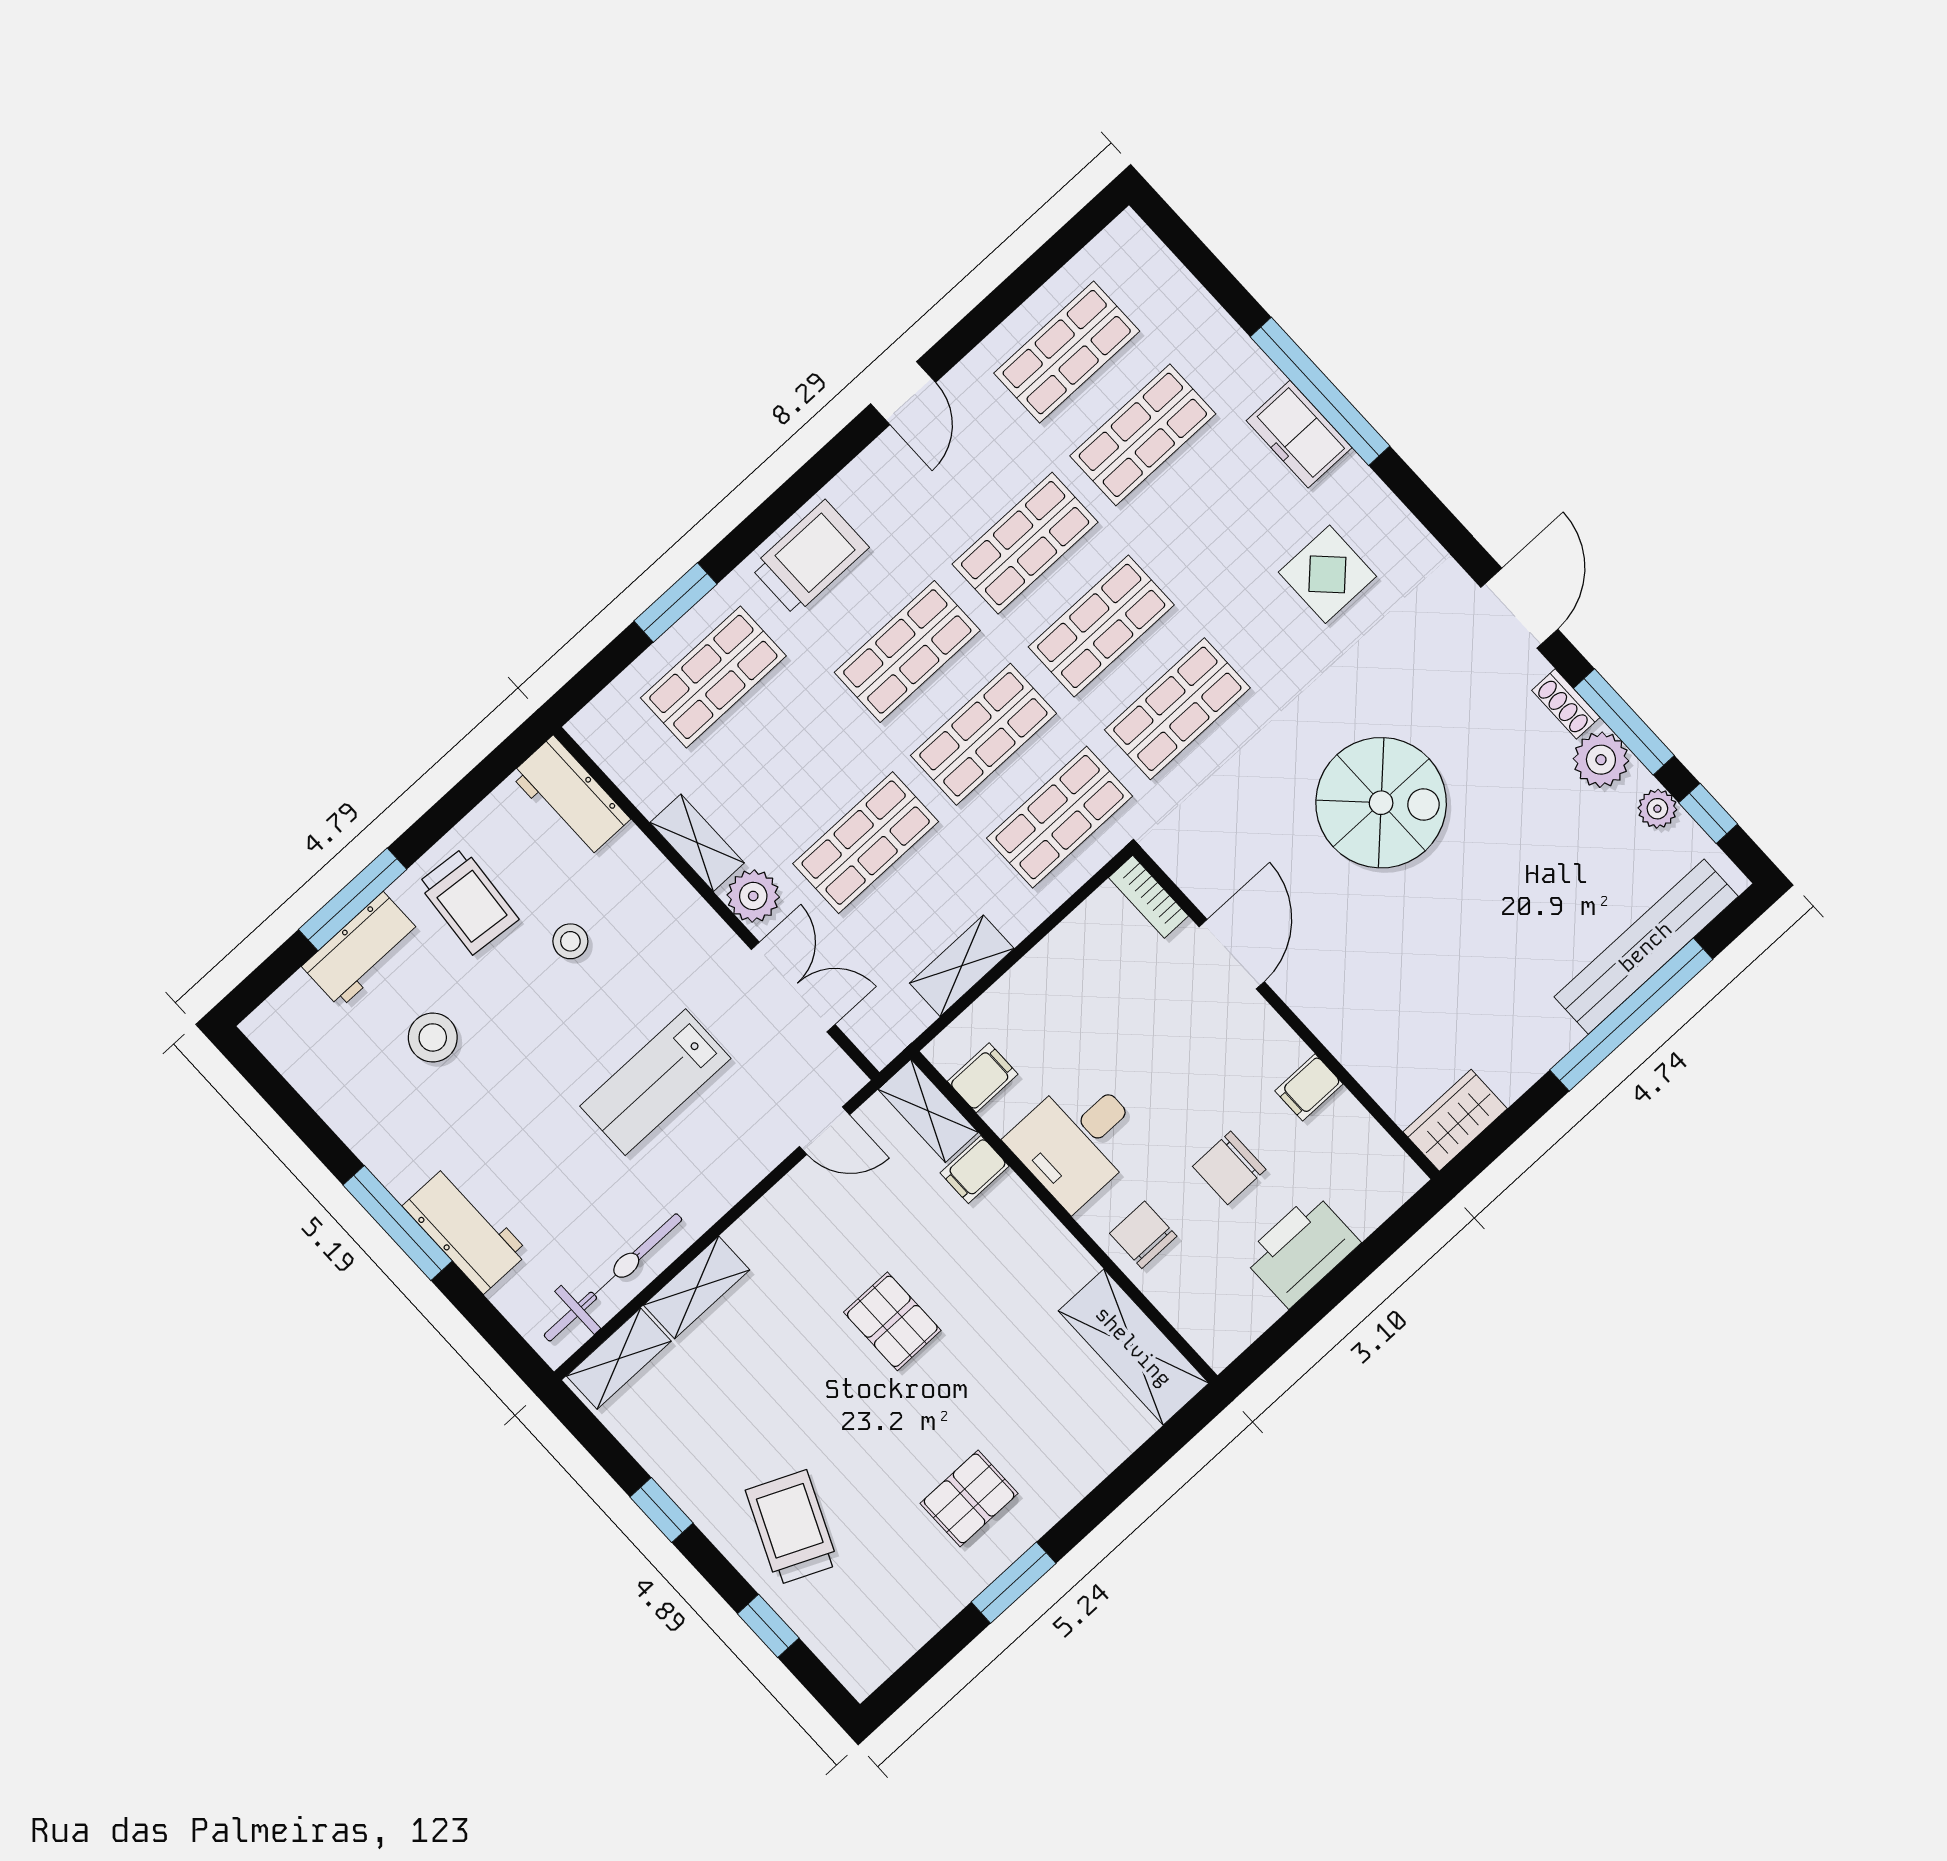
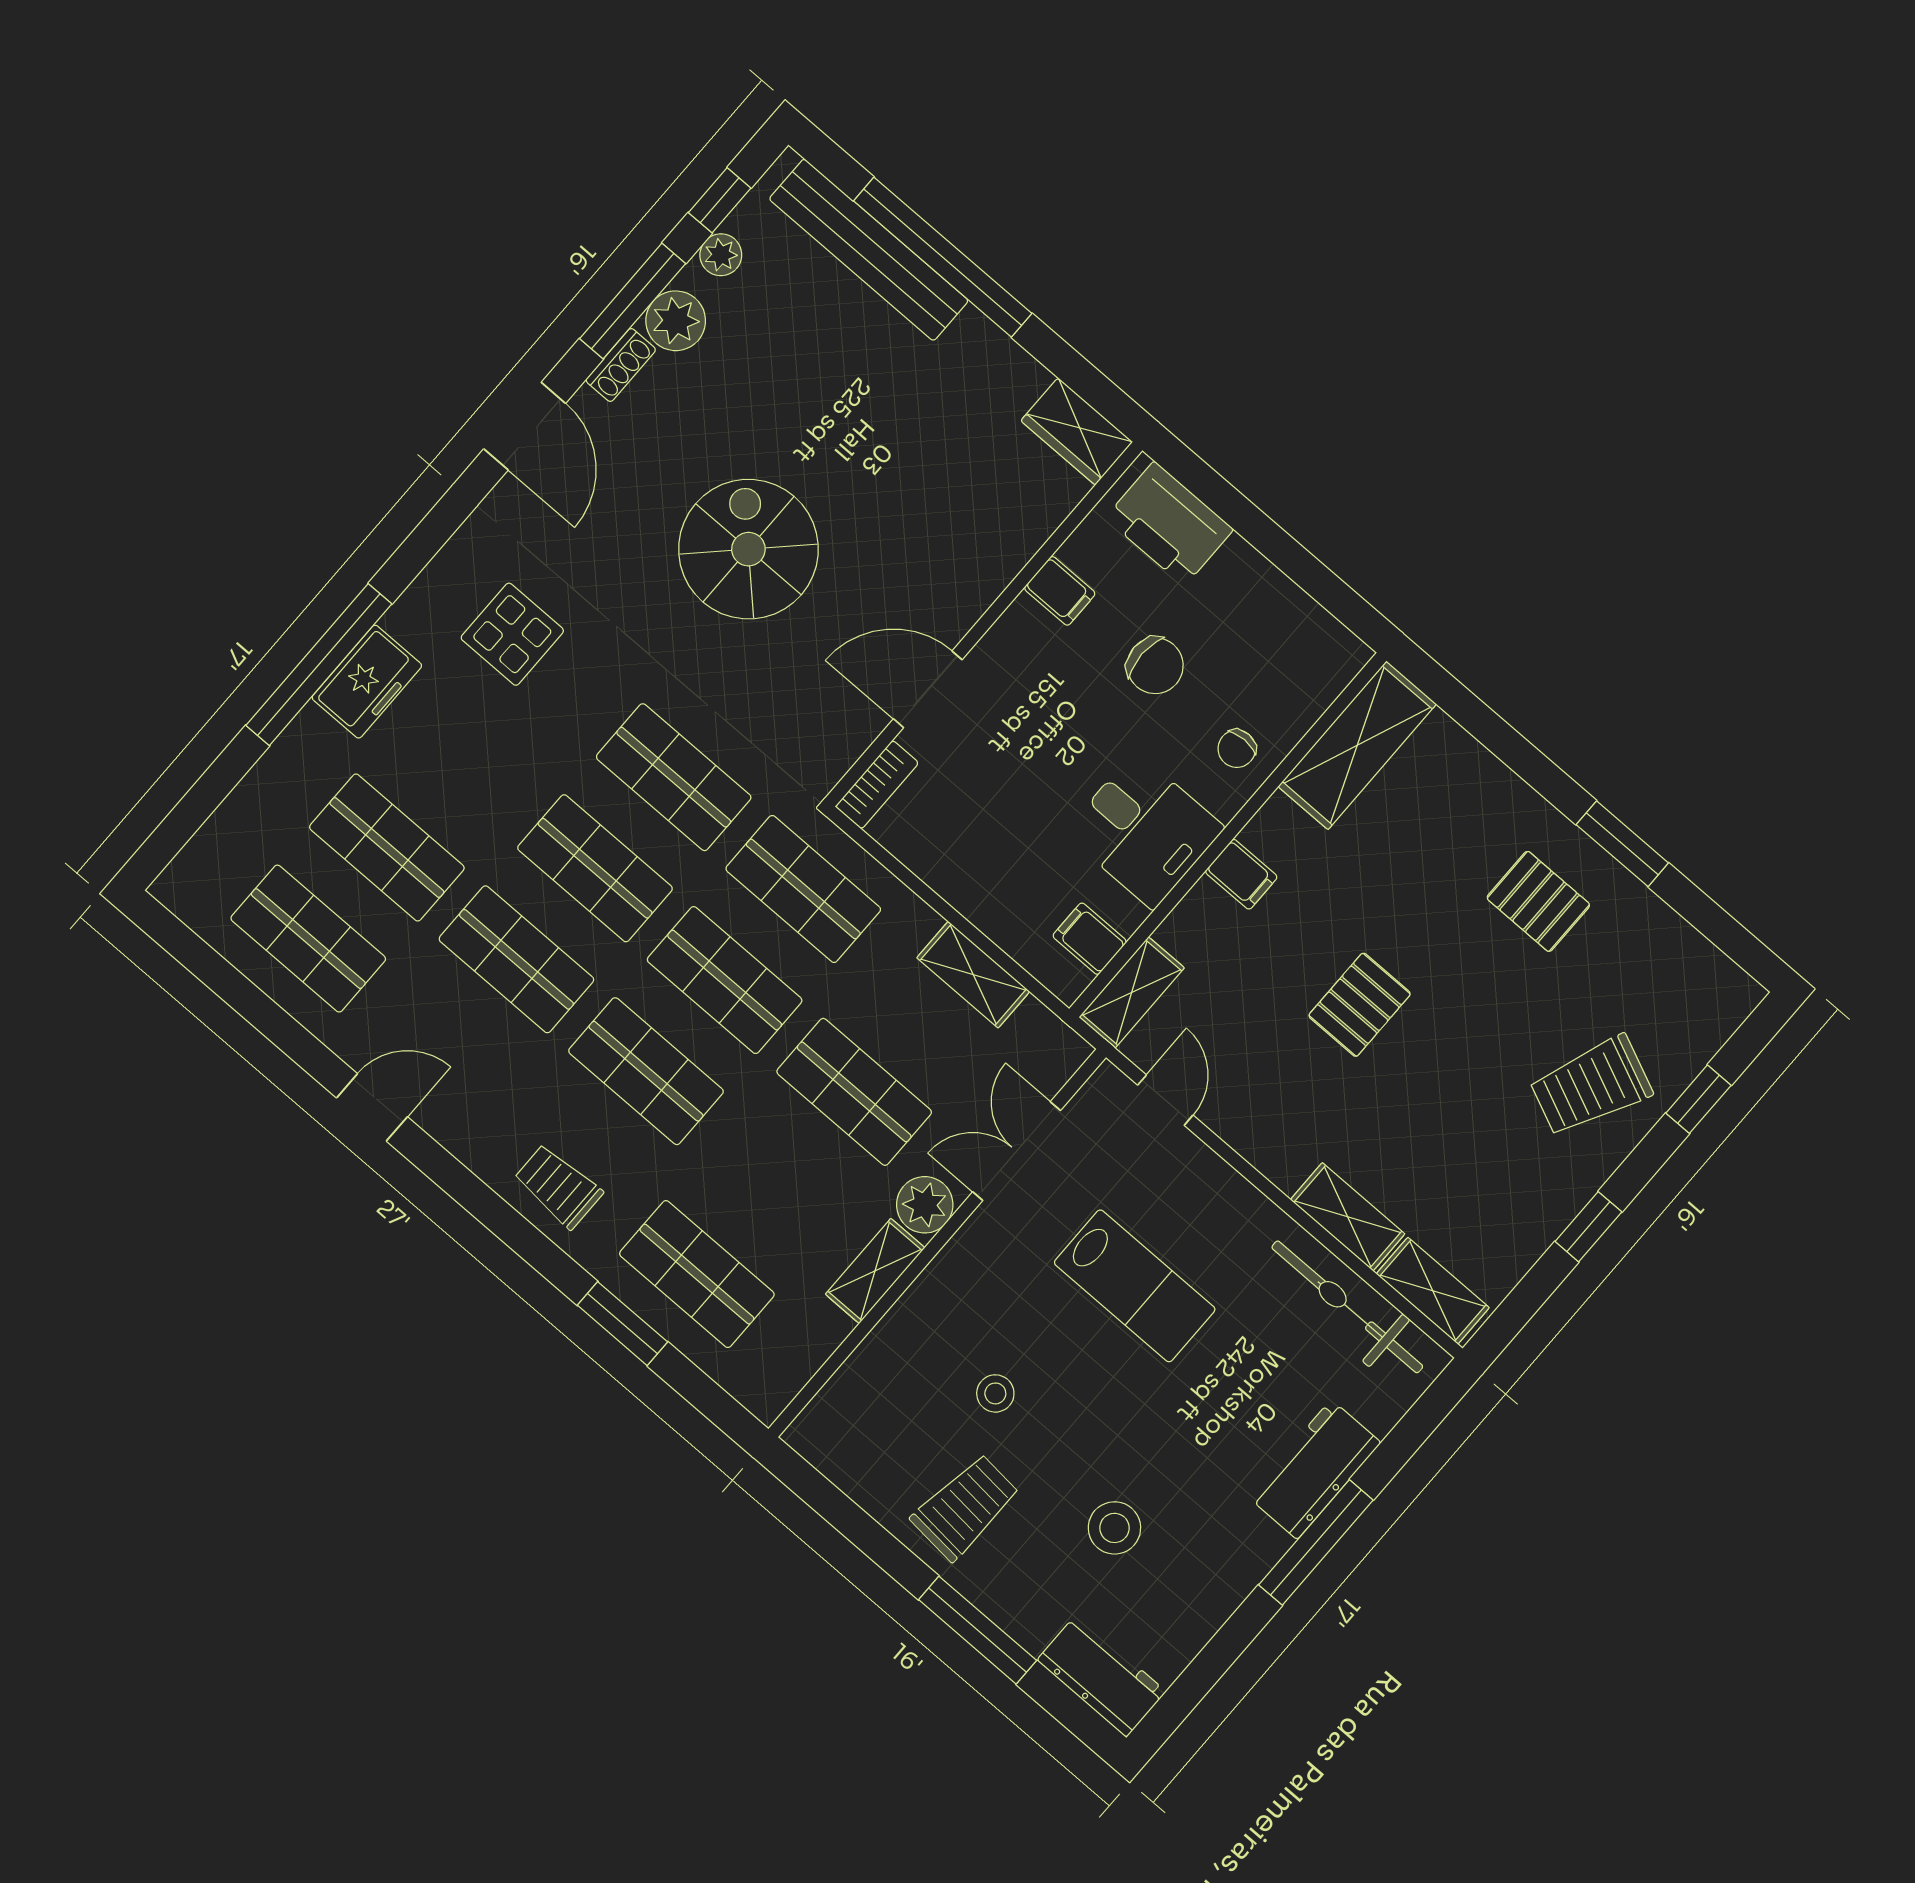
trolley: (810, 558) -> (558, 1186), width x0.73, depth x0.72
door: (1519, 608) -> (525, 426), swing flipped
workbench: (570, 797) -> (842, 1411), removed
workbench: (362, 950) -> (1101, 1676), moved
filing cabinet: (975, 1169) -> (1241, 874), moved
chair: (1143, 1235) -> (1237, 749), width x0.73, depth x0.73
printer: (1301, 1250) -> (1169, 524), moved

